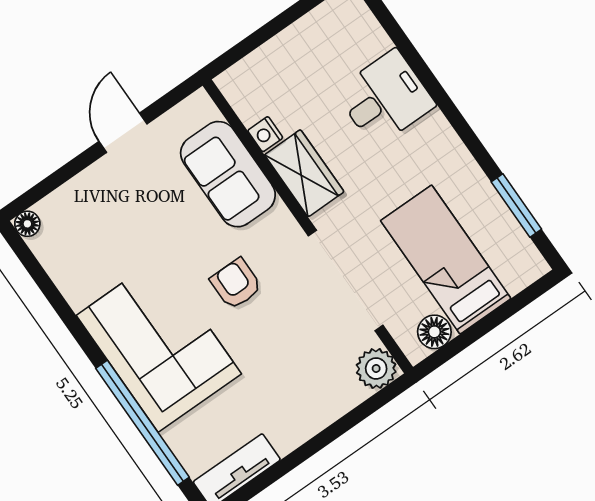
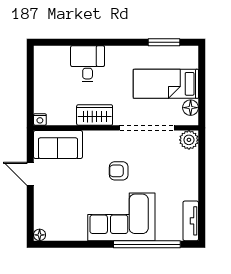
nightstand: (265, 134) -> (40, 119), moved
sofa: (228, 174) -> (58, 144), moved

